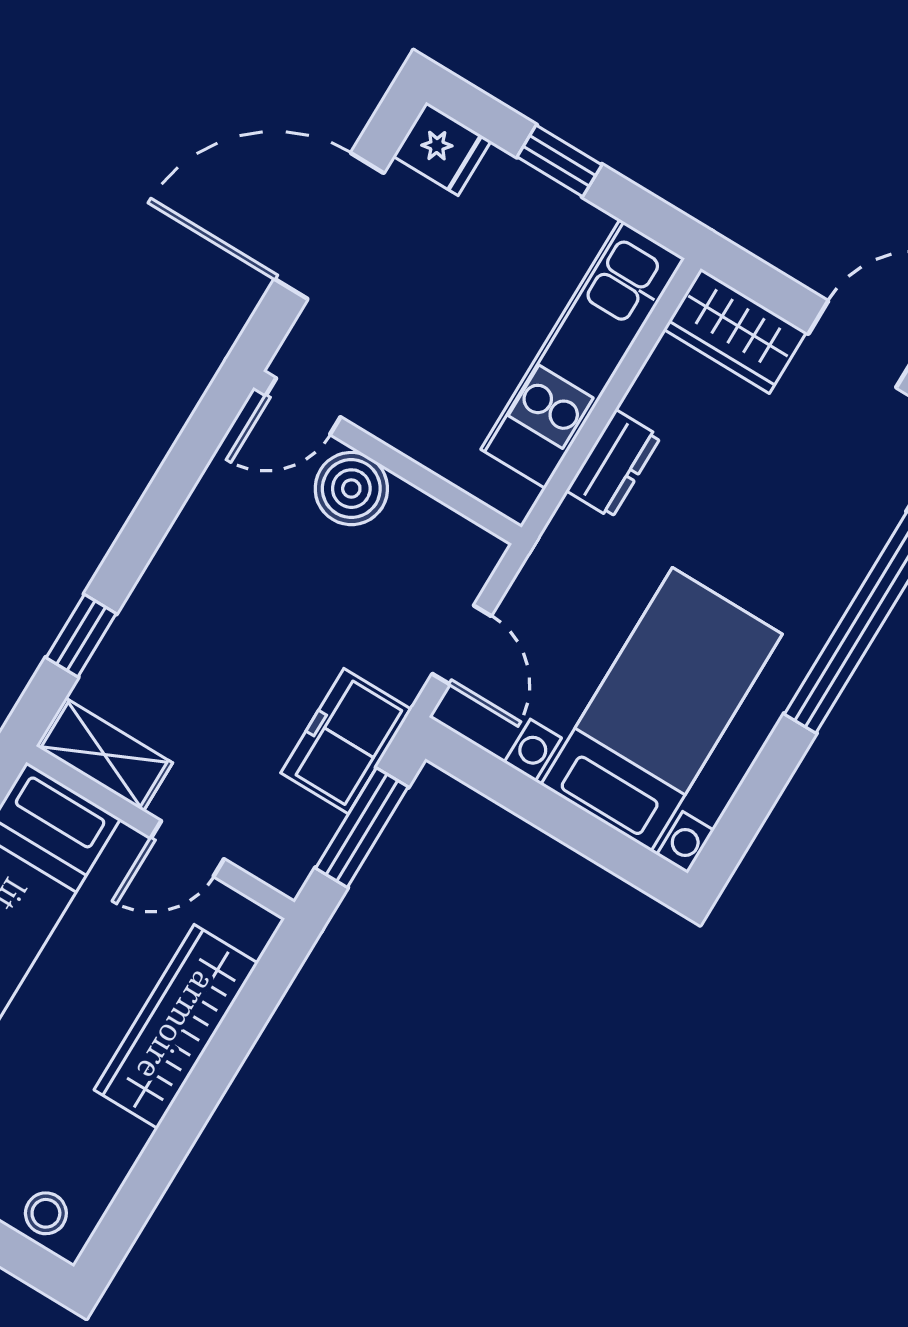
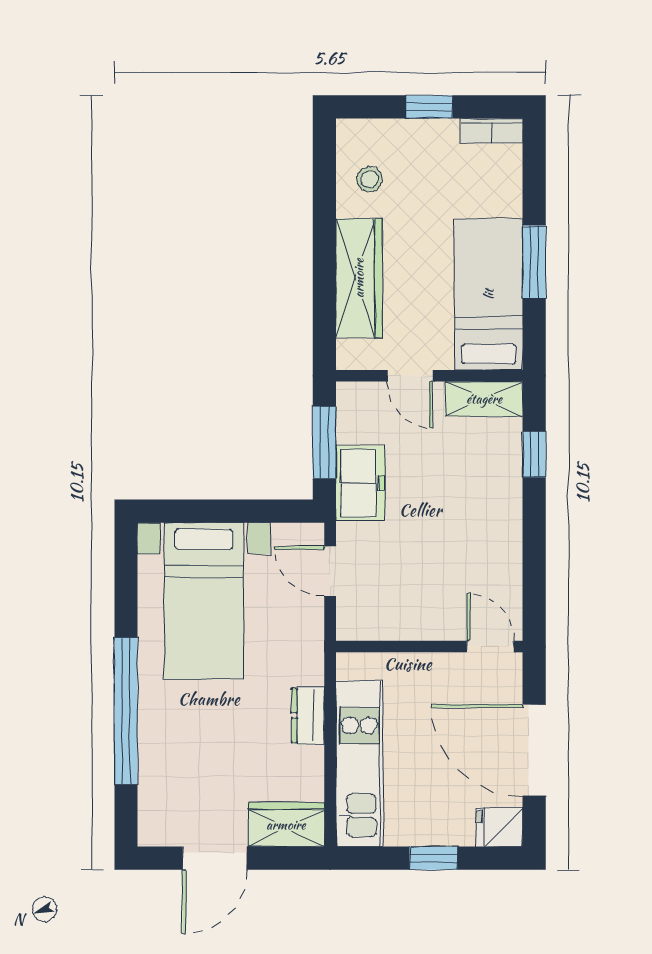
door: (329, 226) -> (534, 750), swing flipped
door: (303, 406) -> (490, 647), hinge flipped
boiler: (351, 489) -> (438, 618), removed
door: (187, 849) -> (410, 376), swing flipped
stool: (46, 1213) -> (369, 179), moved

